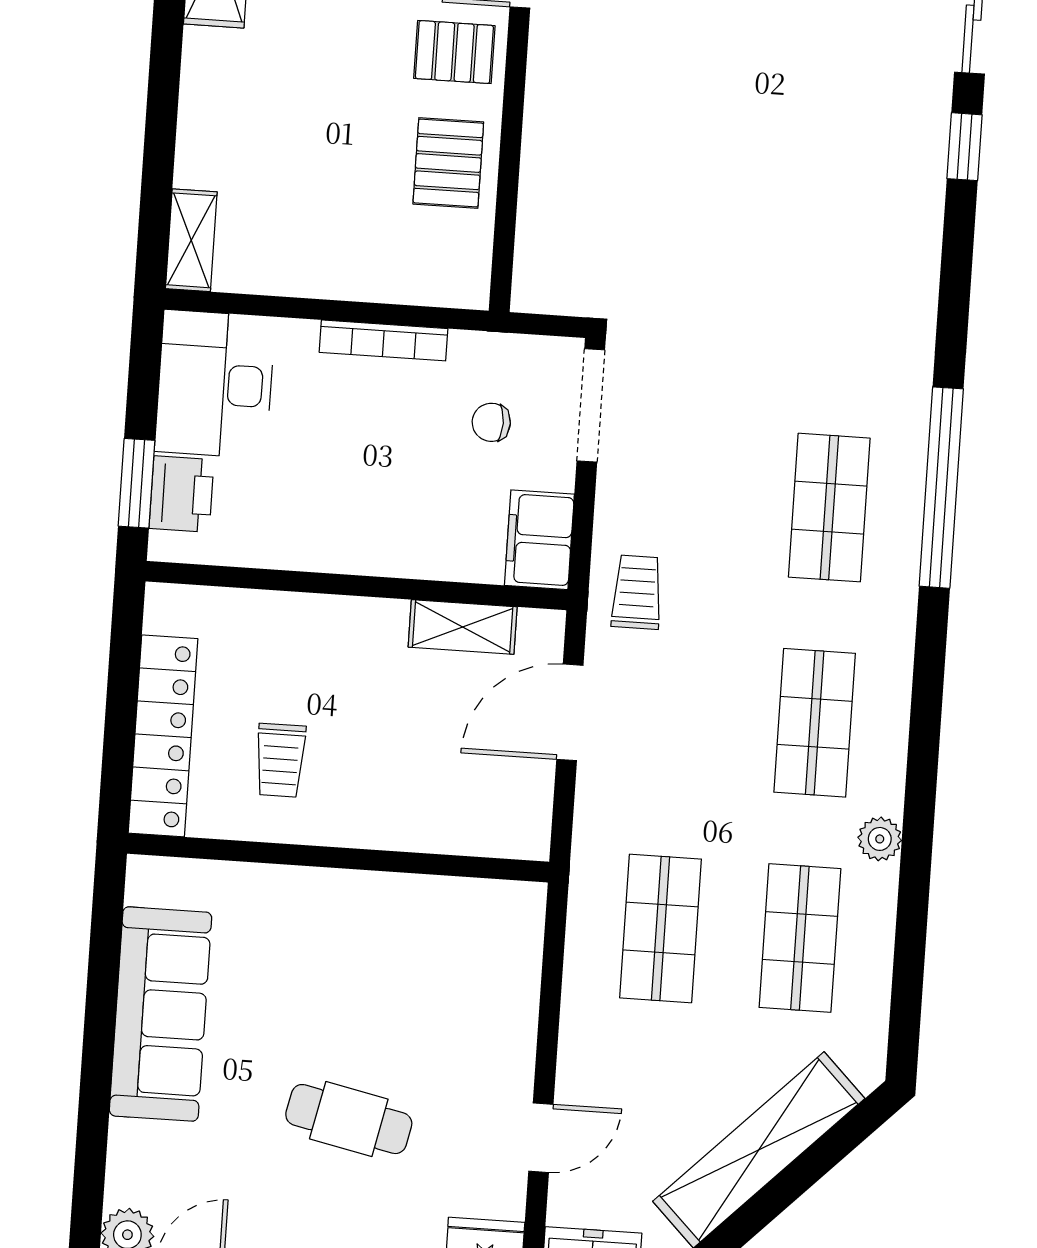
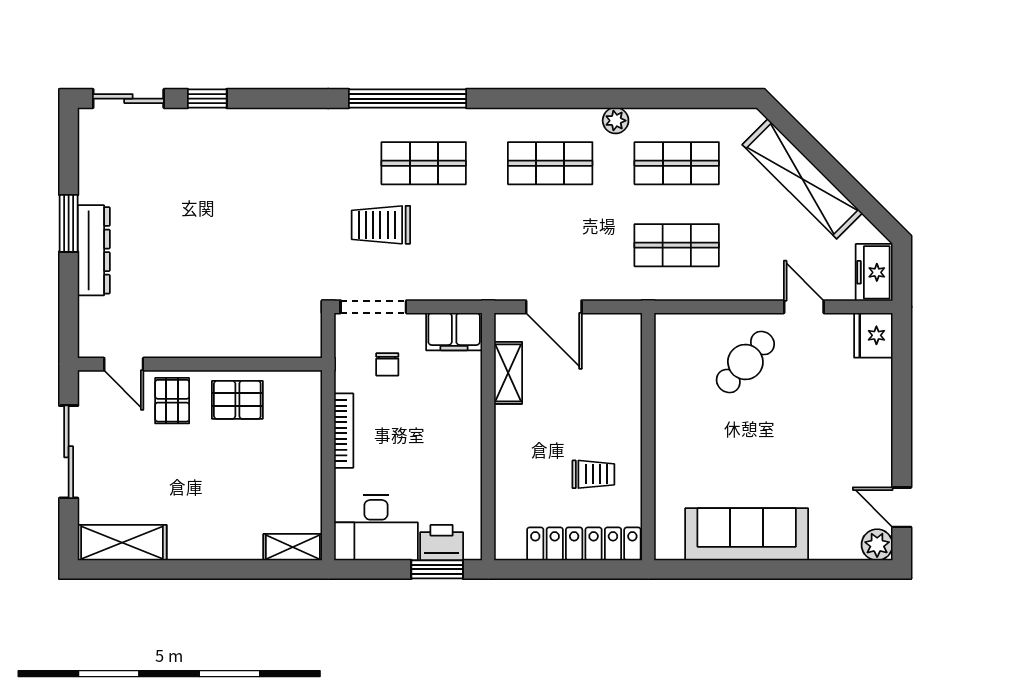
trolley: (637, 592) -> (381, 225), moved, width x1.36, depth x1.39
cafe table: (349, 1119) -> (745, 362), moved, turned 30

